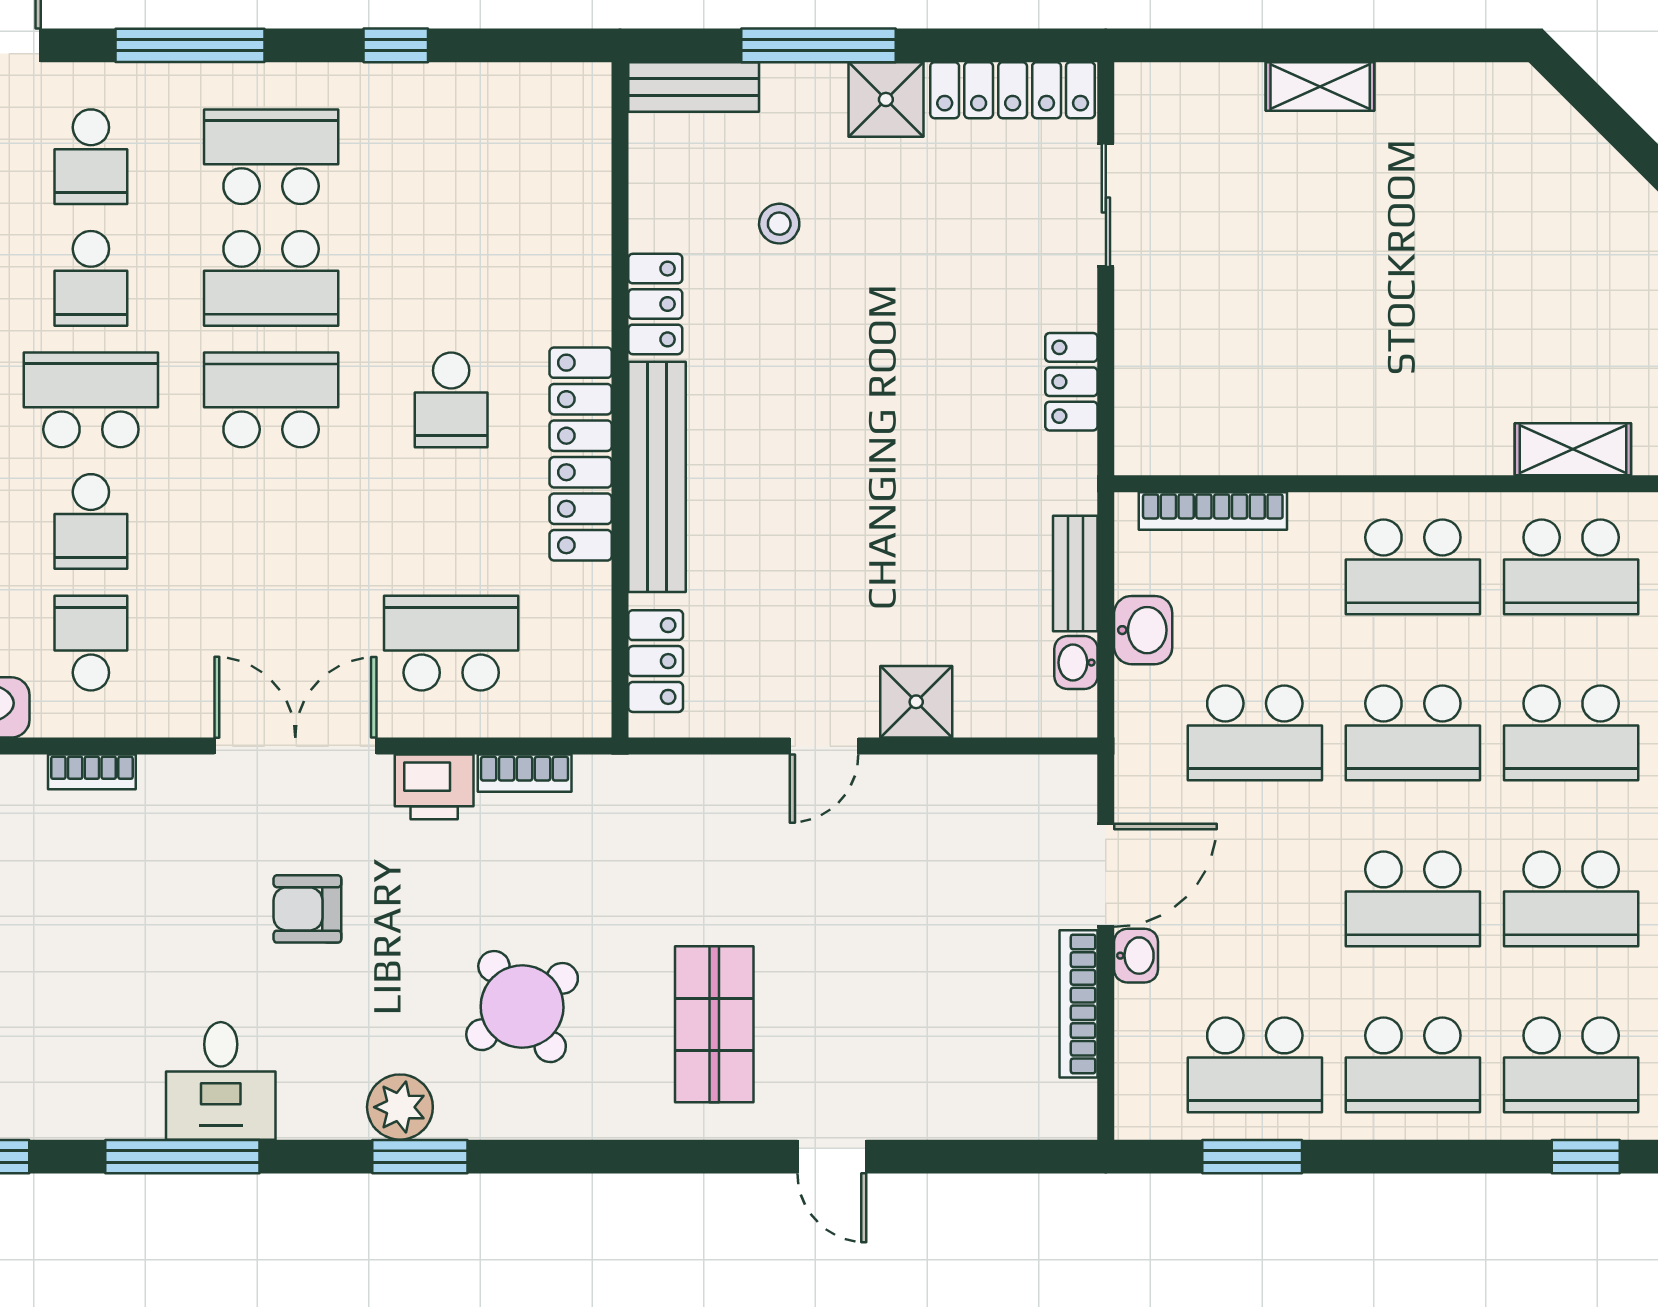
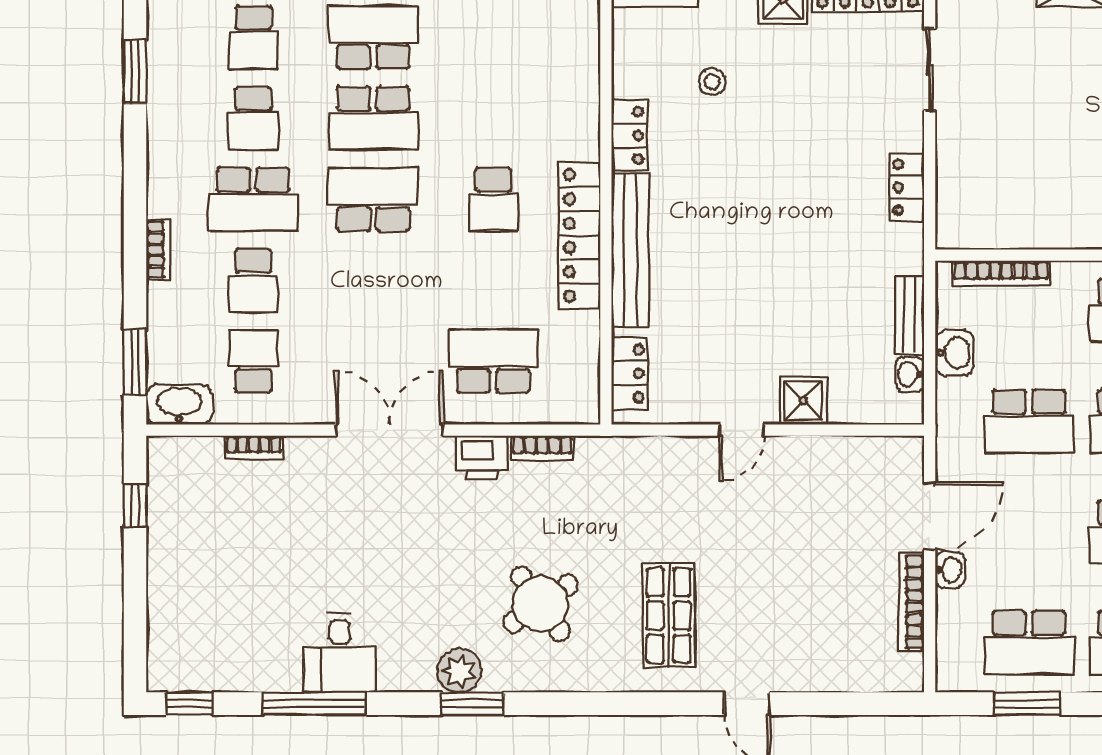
school desk: (91, 400) -> (253, 199), turned 180
armchair: (307, 909) -> (397, 539), removed

